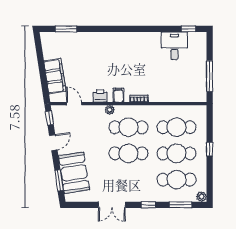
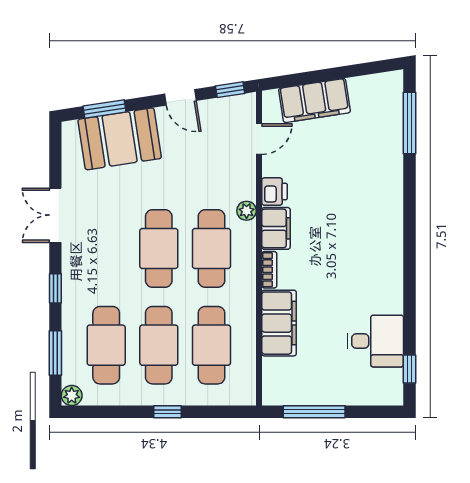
window: (66, 29) -> (409, 123), width x1.44
filing cabinet: (165, 94) -> (279, 323), added
filing cabinet: (118, 95) -> (276, 228), width x2.00

